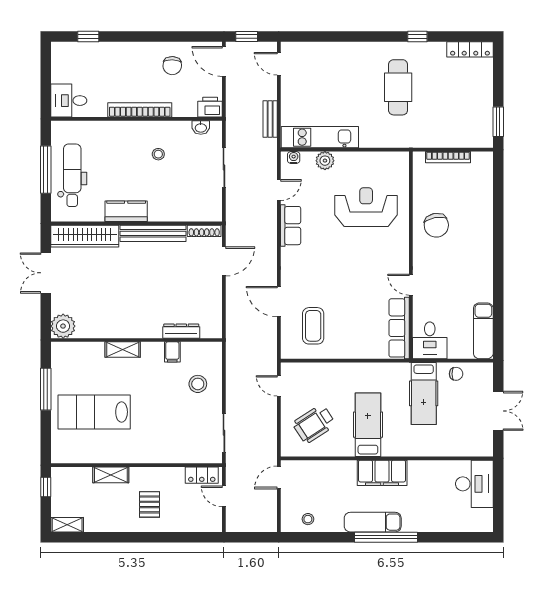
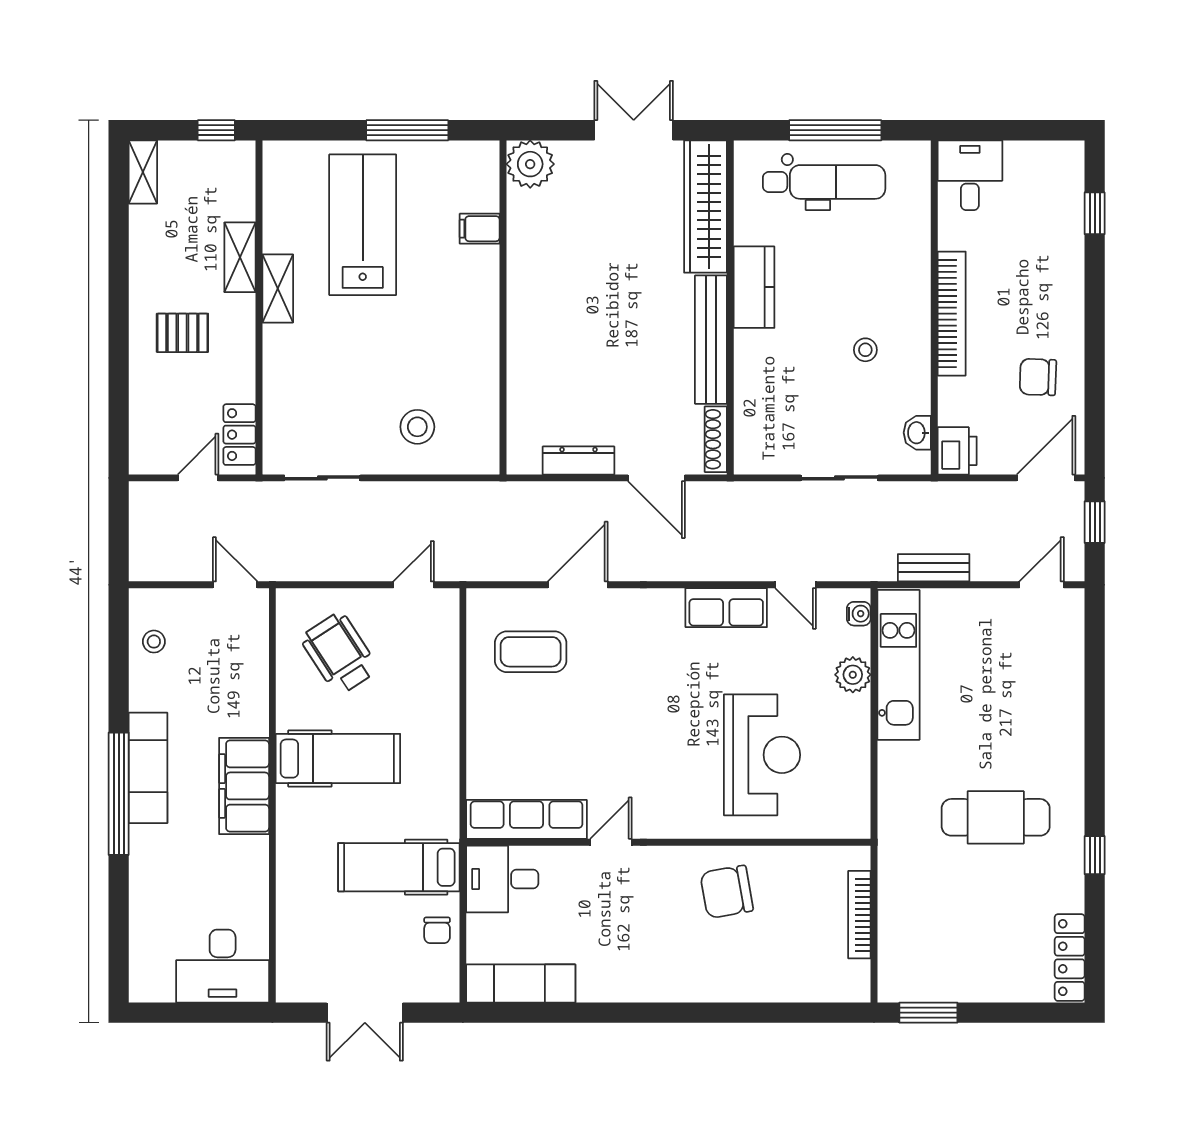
dresser: (181, 331) -> (578, 460), moved, turned -90
shelving: (123, 350) -> (278, 288), moved
filing cabinet: (172, 352) -> (480, 229), moved

